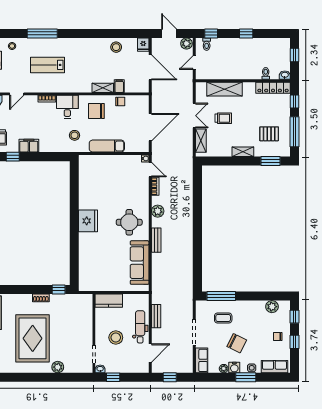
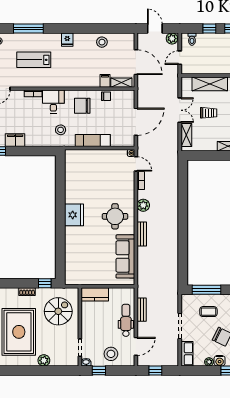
window: (211, 33) -> (209, 29), moved
fridge: (143, 45) -> (67, 40), moved
shelving: (103, 88) -> (121, 83), moved
spiral stairs: (72, 318) -> (58, 311), added
stool: (116, 337) -> (111, 354), moved

